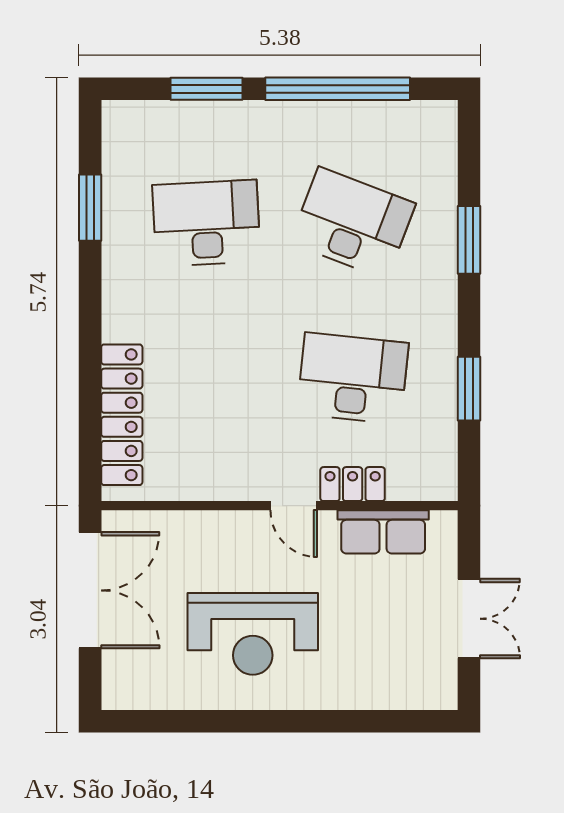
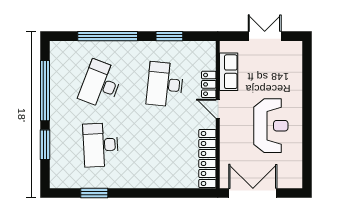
window: (469, 240) -> (108, 36), width x2.11
locker: (122, 415) -> (207, 158), moved, turned -90
door: (294, 506) -> (218, 109), swing flipped

